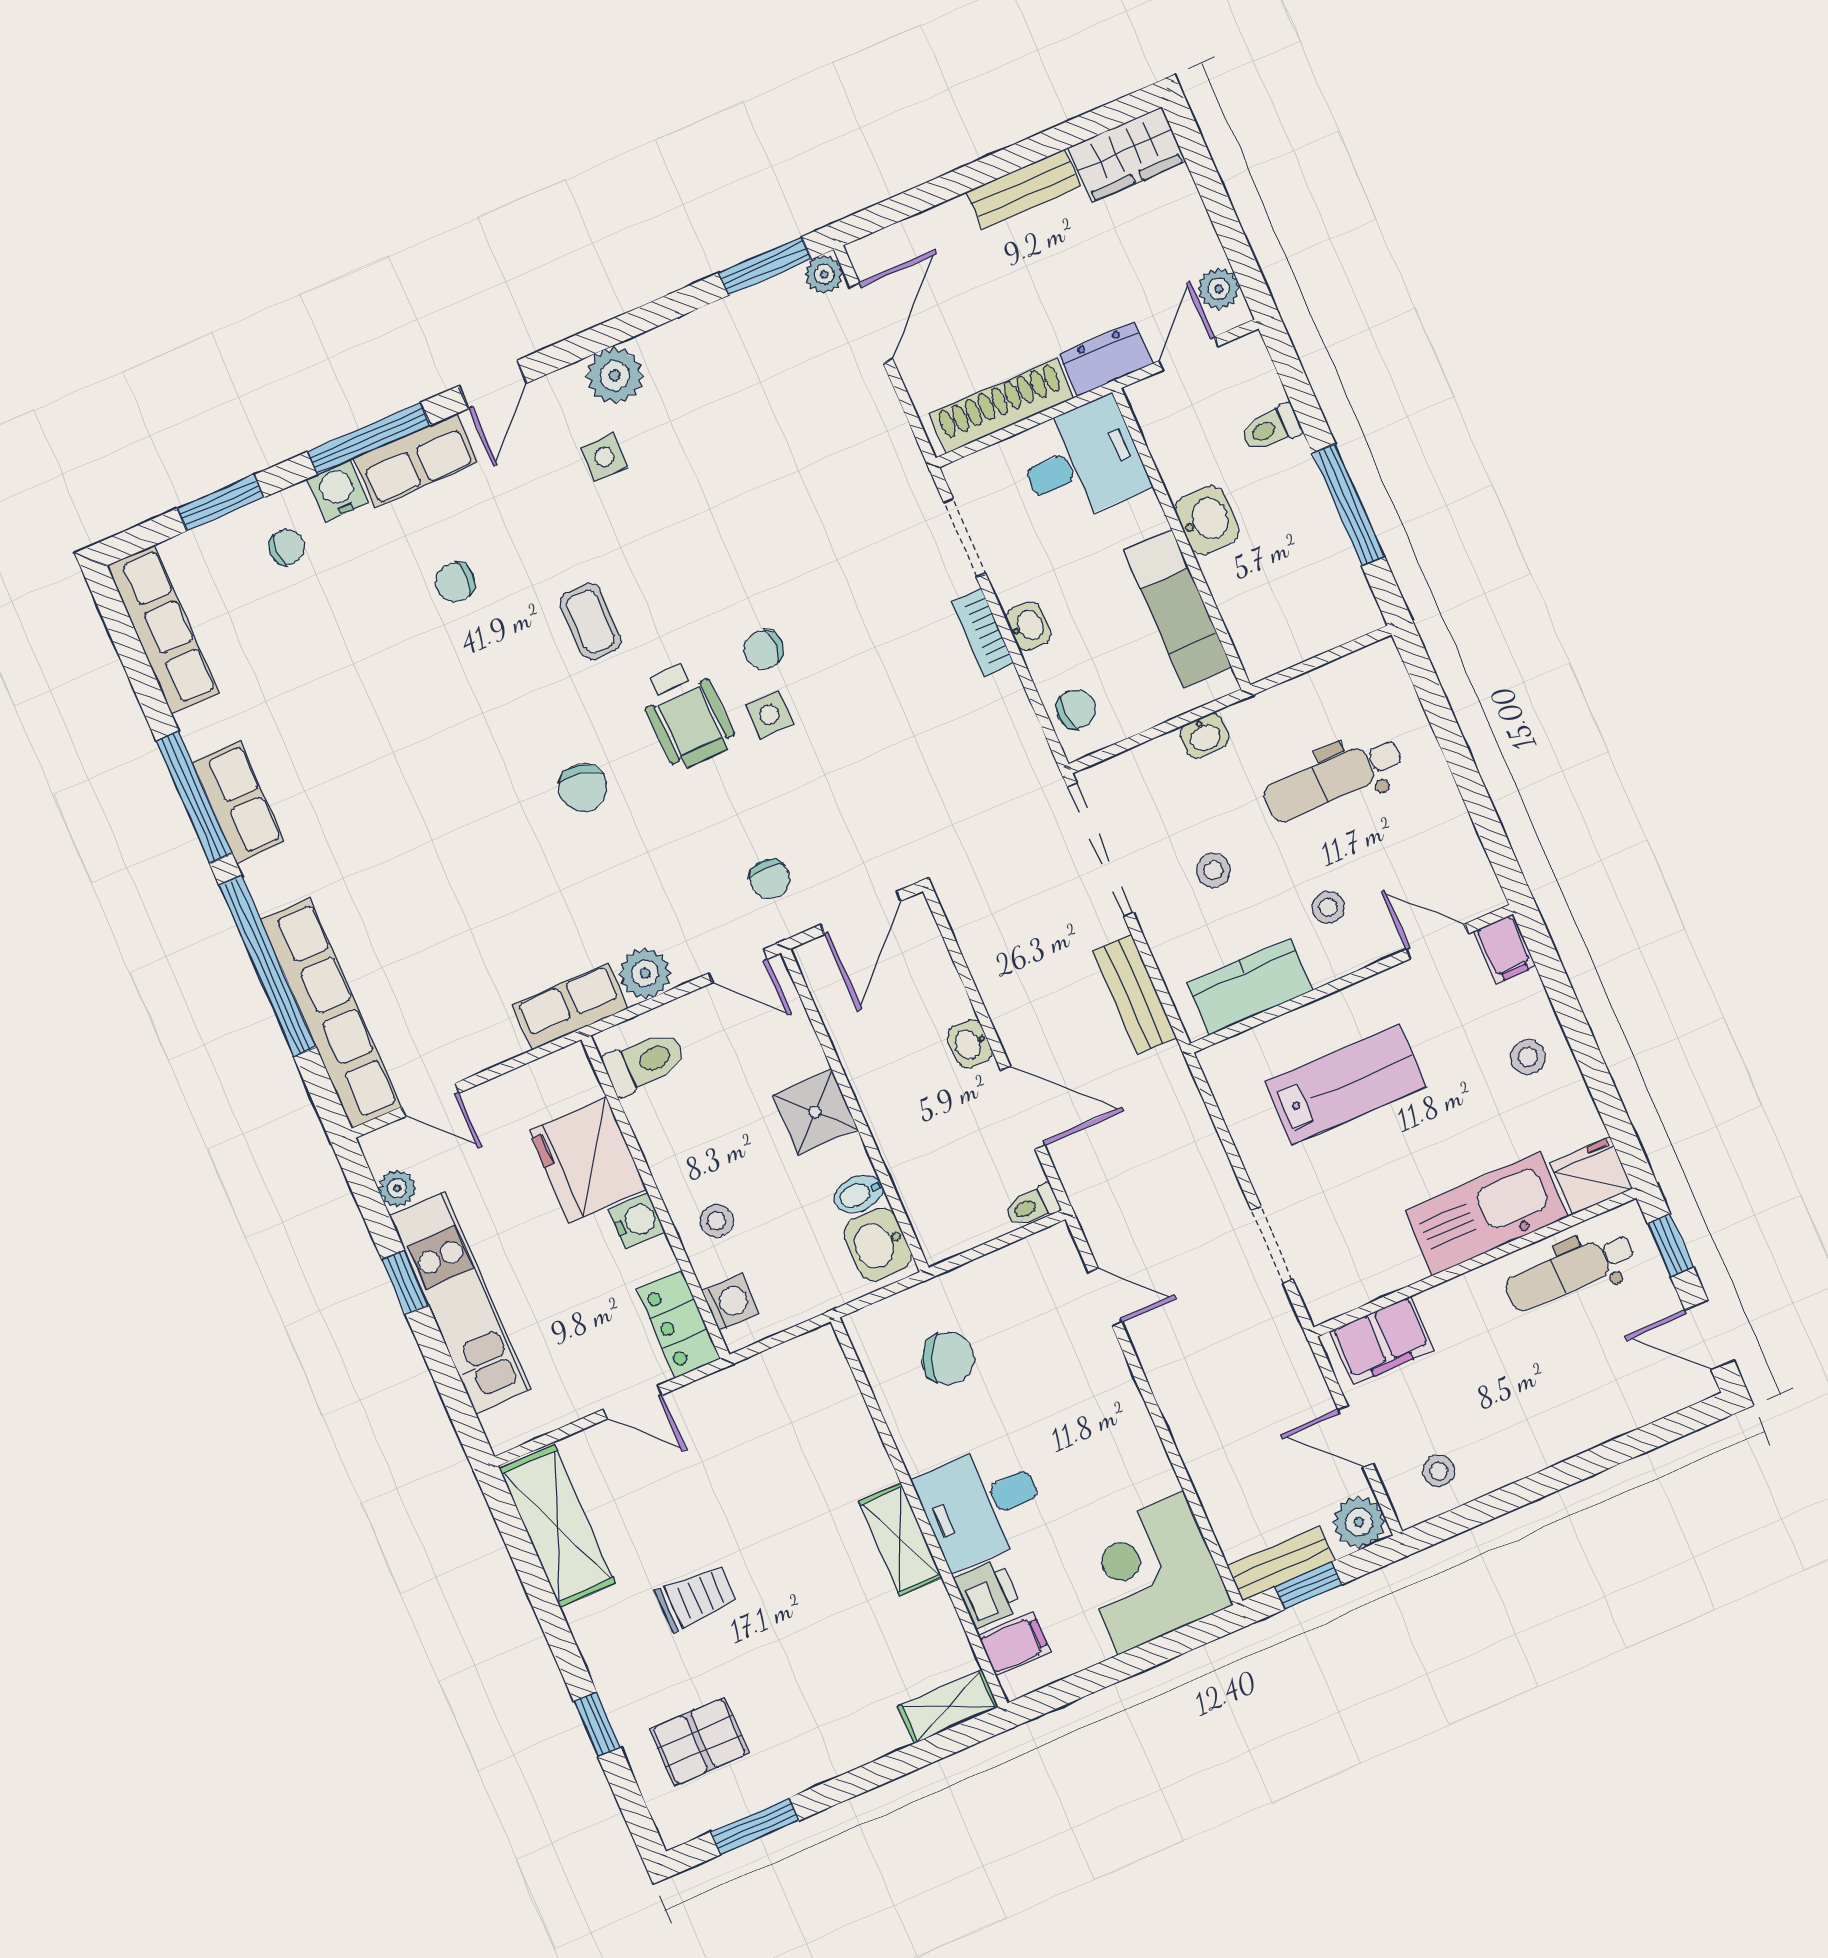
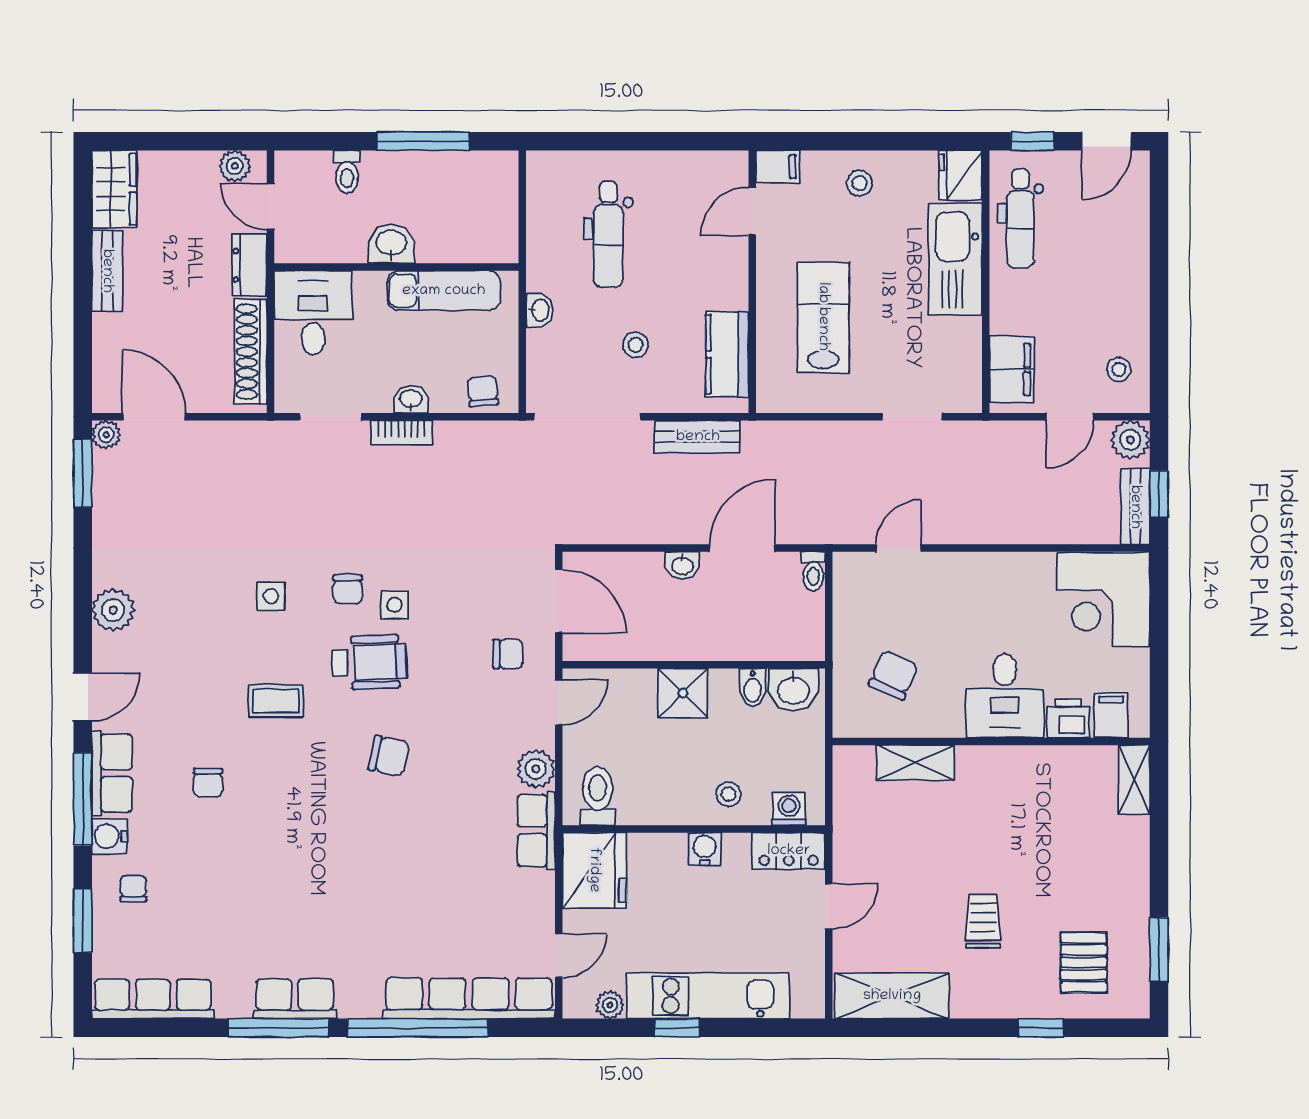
door: (493, 385) -> (83, 697), hinge flipped
side table: (604, 457) -> (271, 596), moved
stool: (1328, 907) -> (696, 276), removed
fridge: (588, 1160) -> (594, 870), moved, turned -90
shelving: (900, 1539) -> (915, 763), moved

